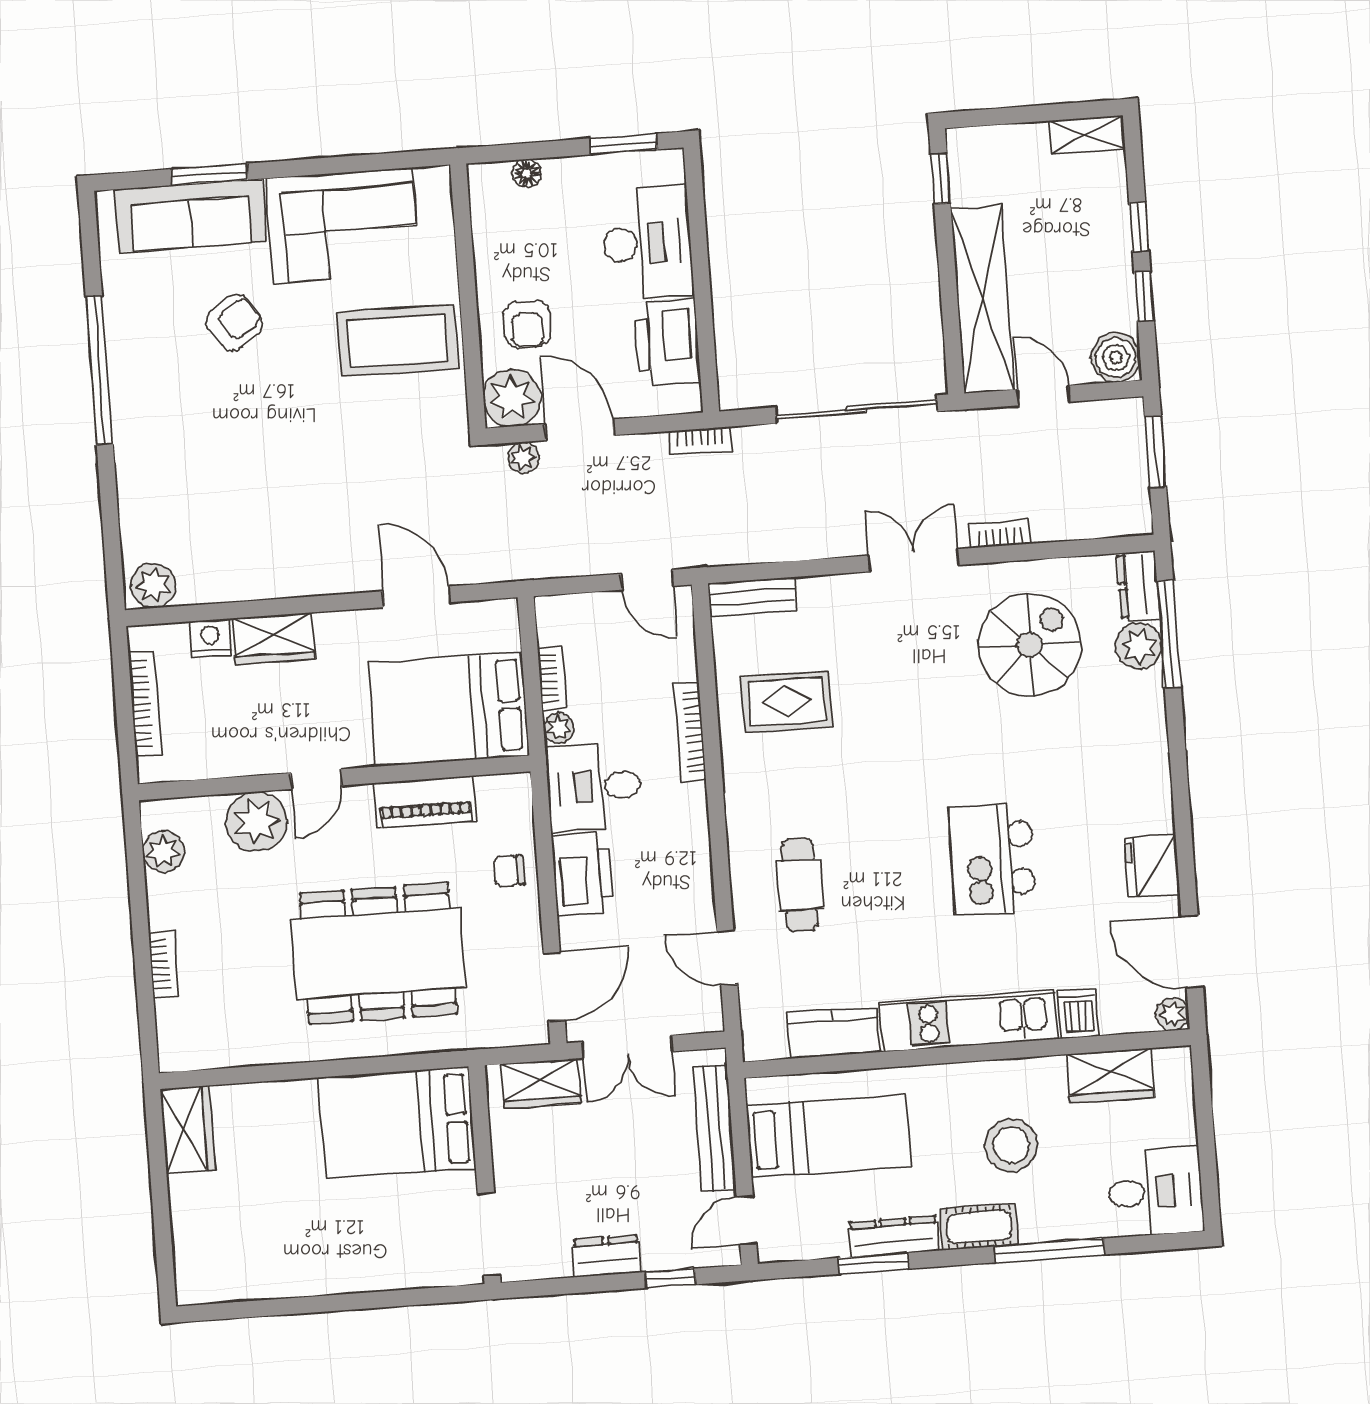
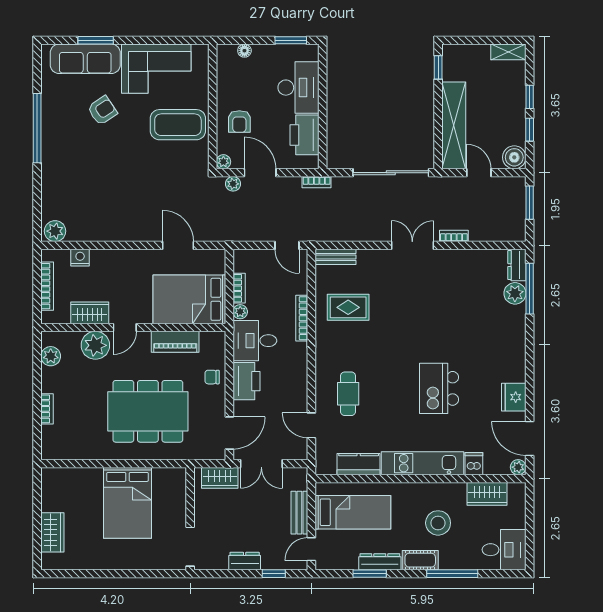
plant: (512, 398) -> (223, 162), width x0.53, depth x0.53
wardrobe: (273, 639) -> (90, 313), moved, turned 180
spiral stairs: (1030, 645) -> (464, 289), removed
bed: (397, 1123) -> (127, 503), moved, turned -90
bench: (714, 1128) -> (299, 513), width x0.73
wardrobe: (188, 1129) -> (52, 532), moved

